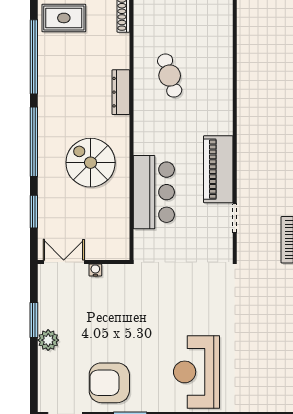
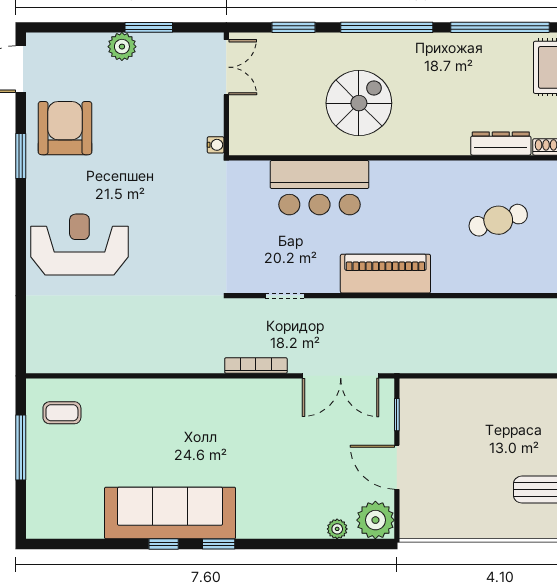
cafe table: (170, 76) -> (498, 220), moved
dresser: (121, 92) -> (501, 144), moved
piano: (218, 169) -> (385, 274), moved
water cooler: (95, 270) -> (216, 145), moved

